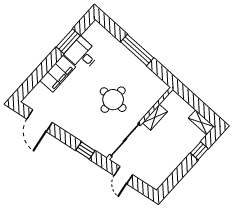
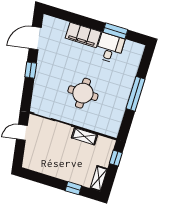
window: (189, 97) -> (116, 158), added
window: (85, 151) -> (31, 70), moved

